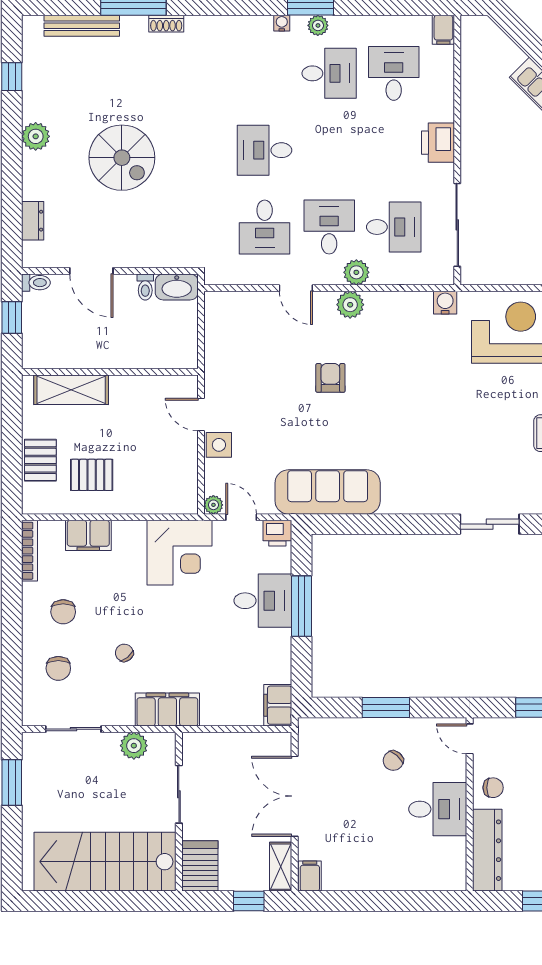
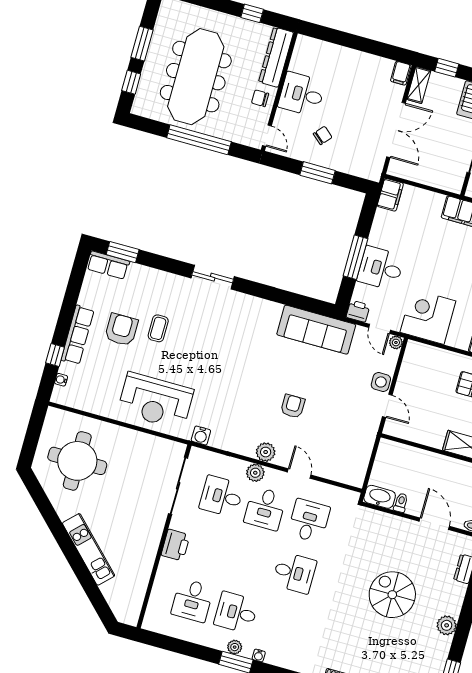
filing cabinet: (443, 30) -> (151, 620), removed
armchair: (330, 378) -> (293, 406), turned 180

